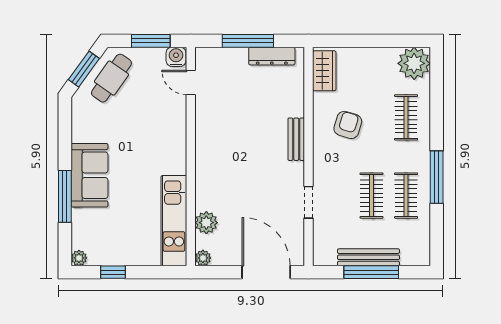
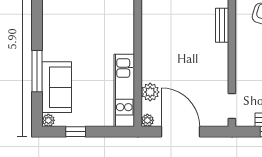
sofa: (89, 175) -> (57, 87), moved
doorway: (309, 202) -> (232, 106), moved
door: (266, 272) -> (181, 132), moved

